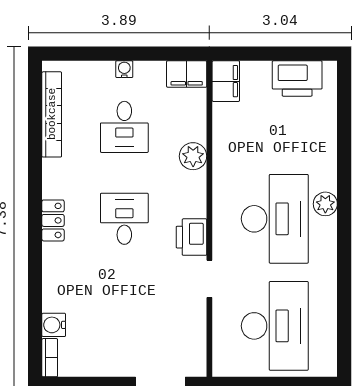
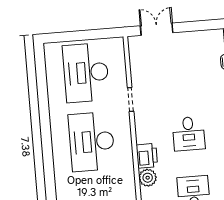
plant: (325, 204) -> (60, 154), removed
printer: (191, 237) -> (147, 156), moved

